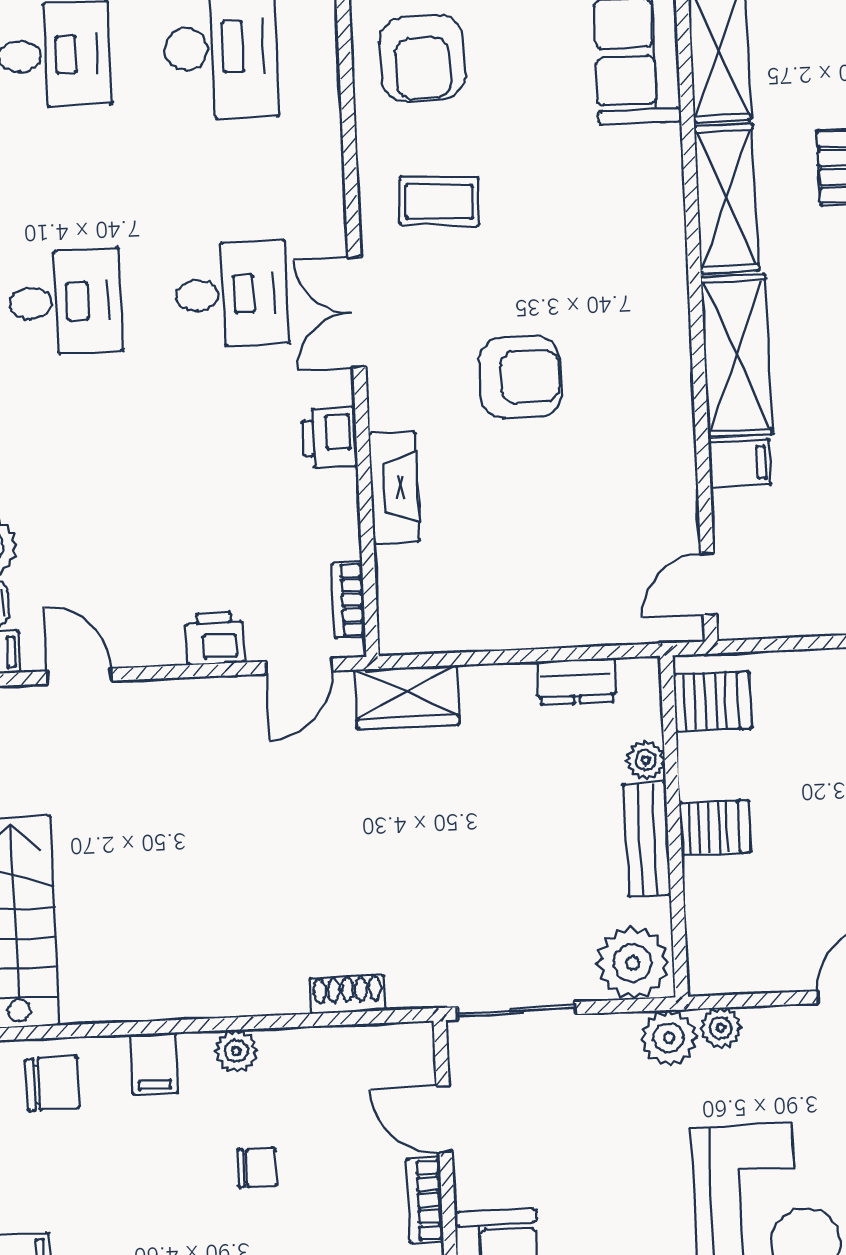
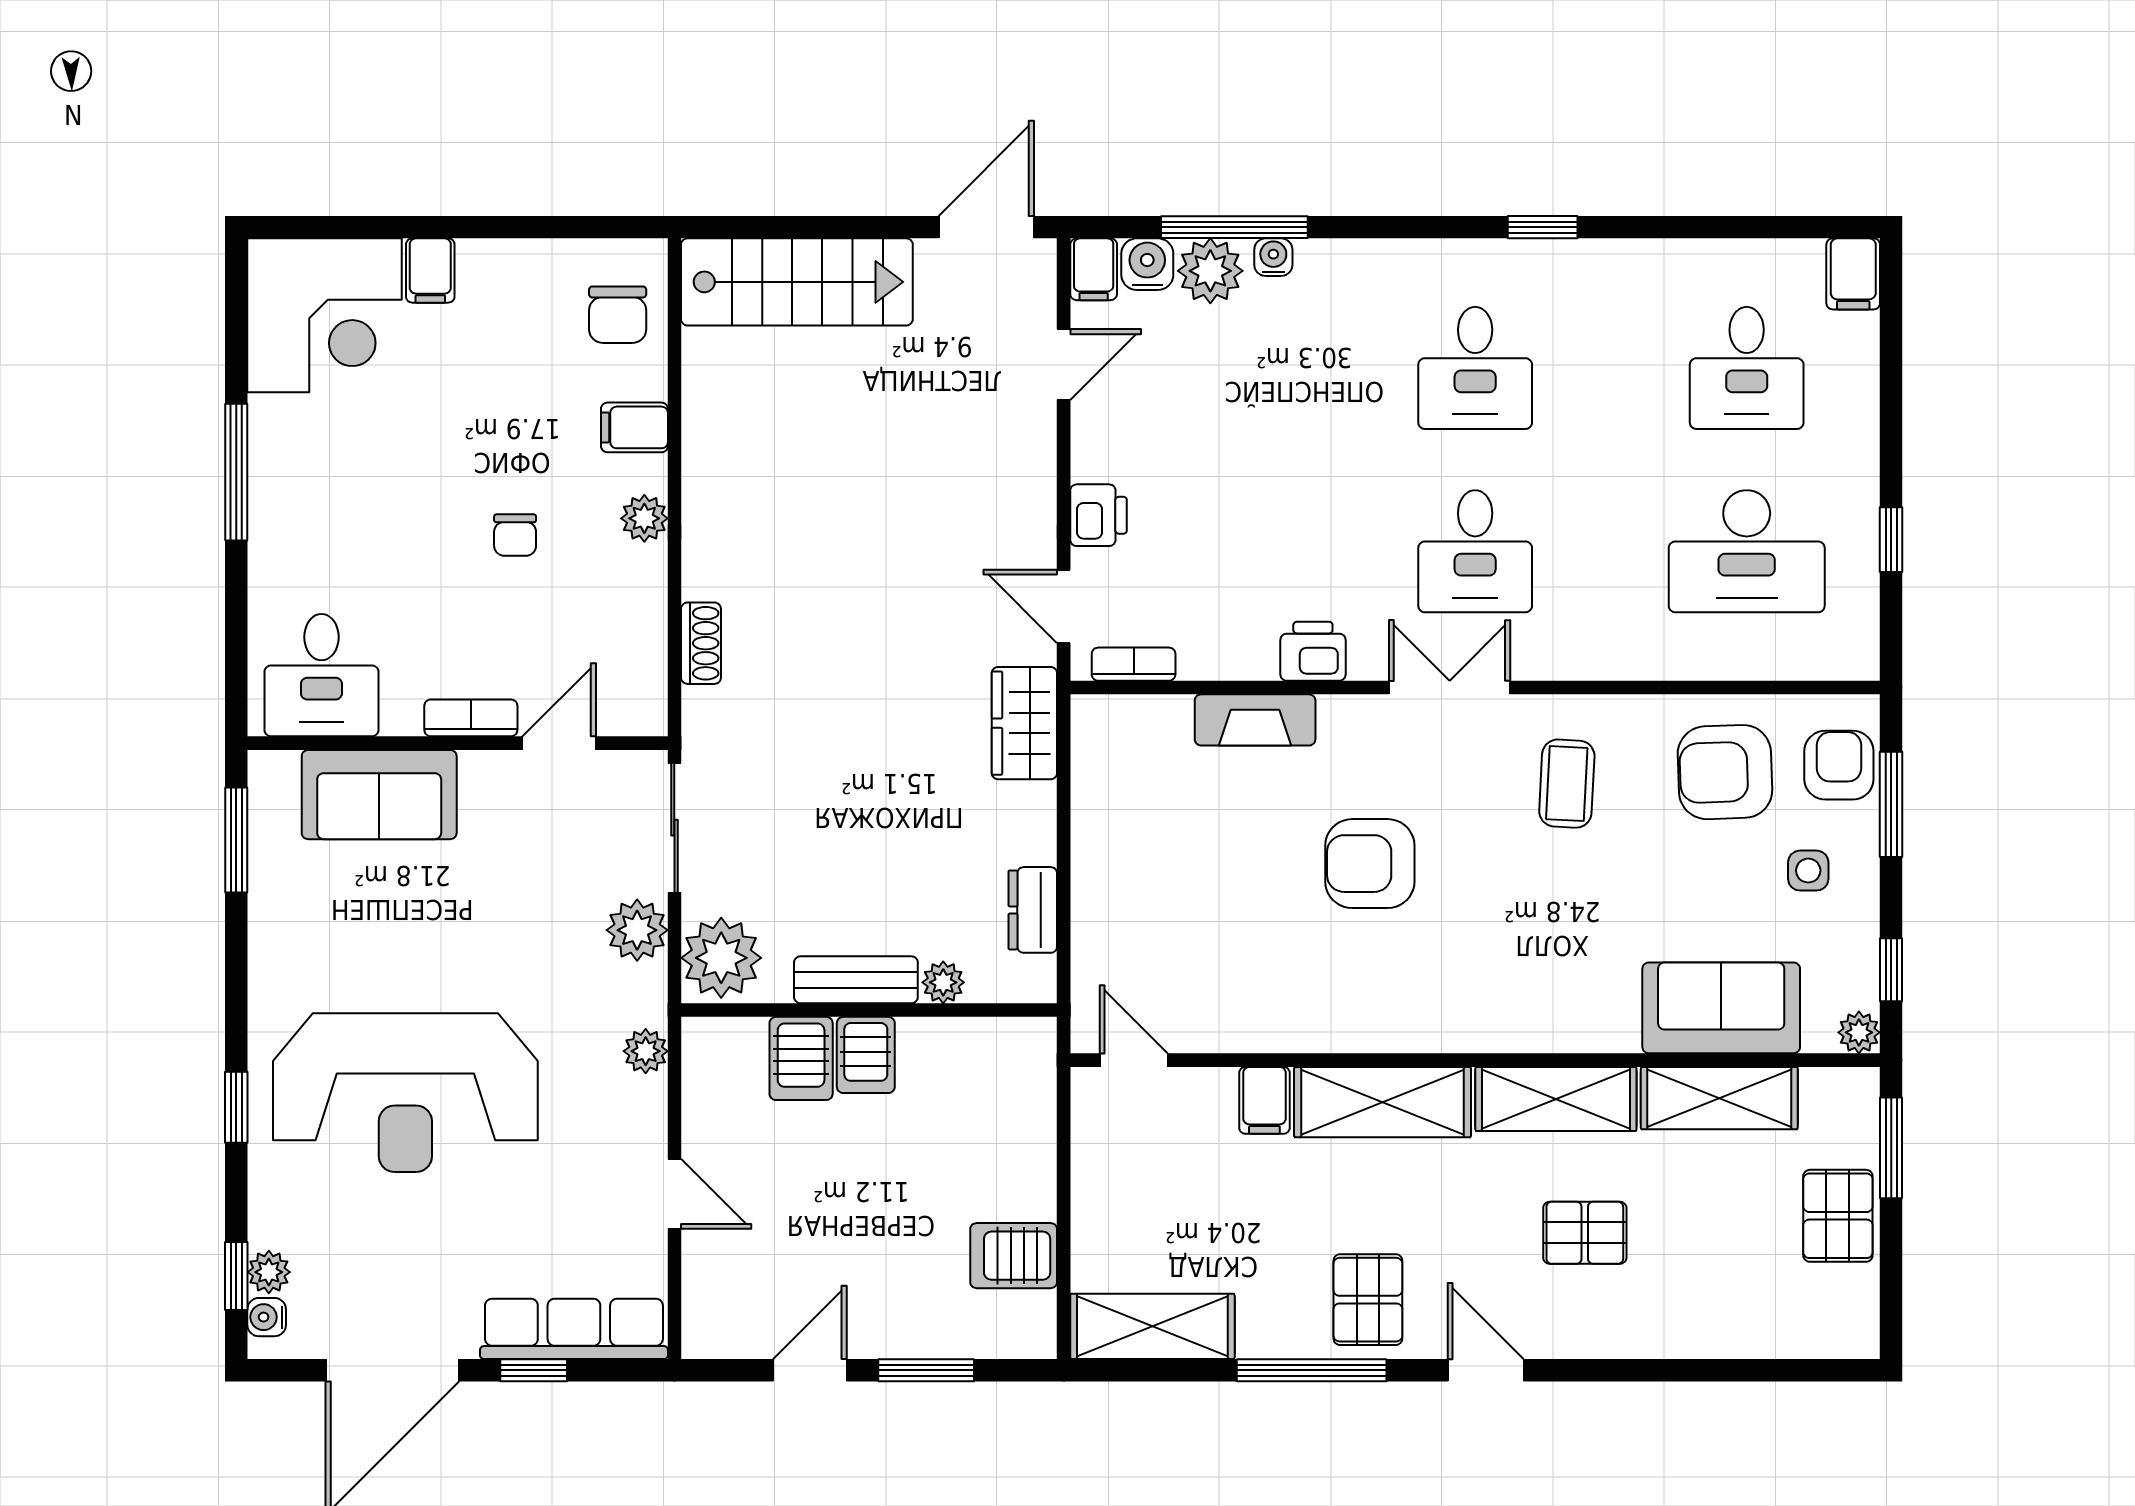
armchair: (520, 377) -> (1370, 864), turned 90
server rack: (712, 702) -> (801, 1058), moved
plant: (669, 1038) -> (637, 930), moved

